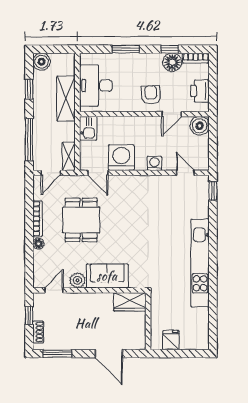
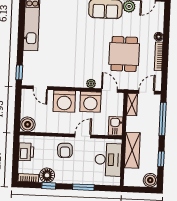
door: (172, 114) -> (83, 136), moved
washing machine: (154, 163) -> (64, 101), width x1.89, depth x1.89
plant: (122, 181) -> (91, 84), added

